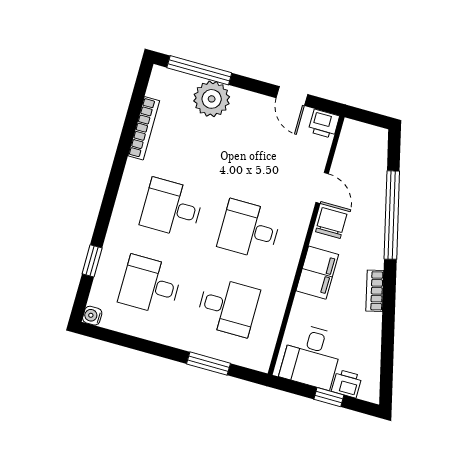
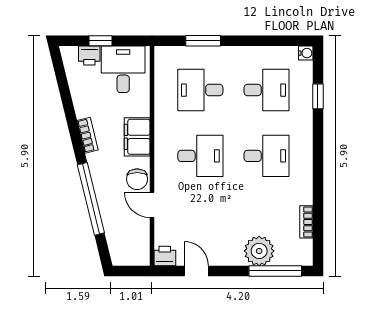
bookcase: (144, 128) -> (306, 222), width x0.64

